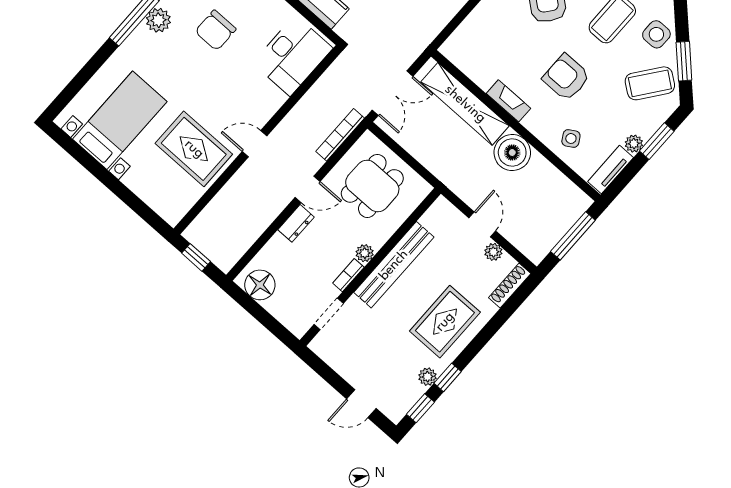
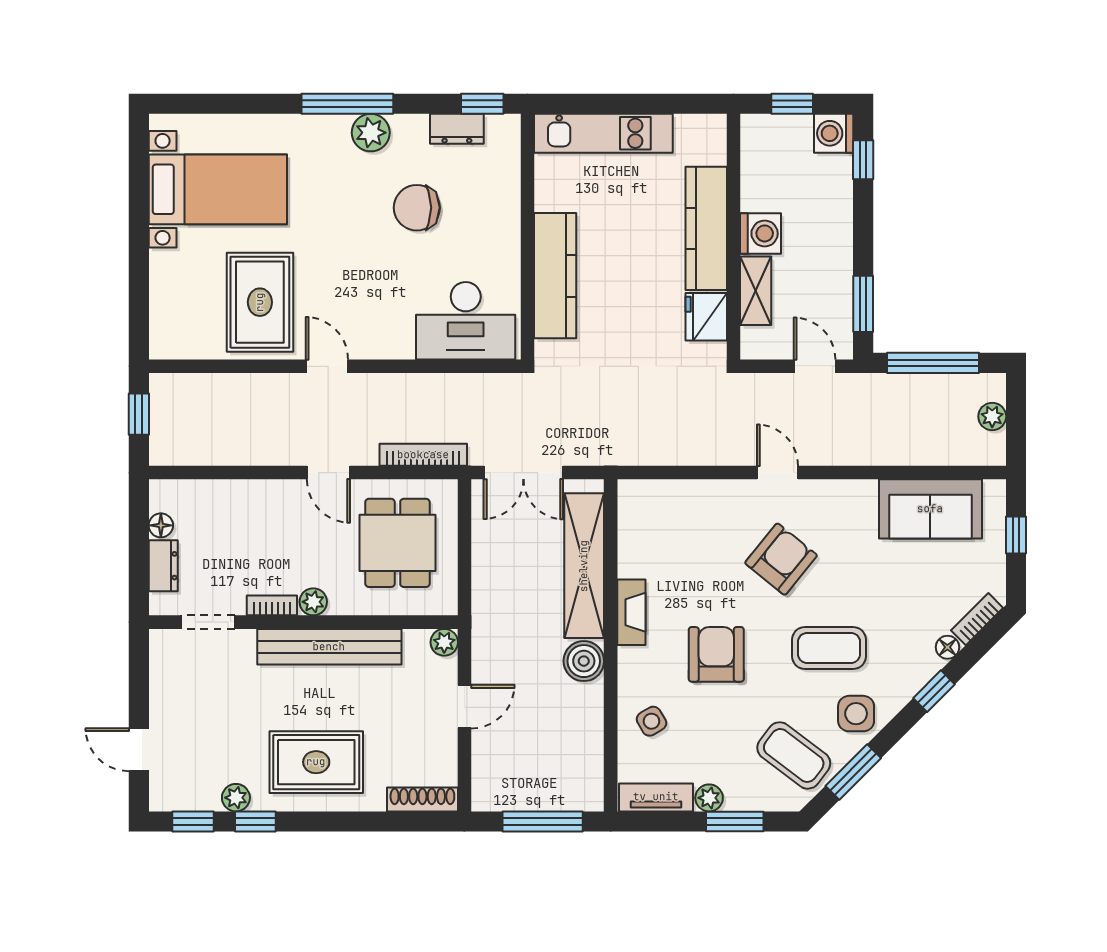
boiler: (512, 153) -> (584, 661), width x0.73, depth x0.73
dining table: (372, 186) -> (397, 543), turned 90
dresser: (296, 223) -> (163, 566), moved, turned -90
plant: (493, 252) -> (444, 642), moved
floor lamp: (260, 285) -> (161, 525), width x0.53, depth x0.53

